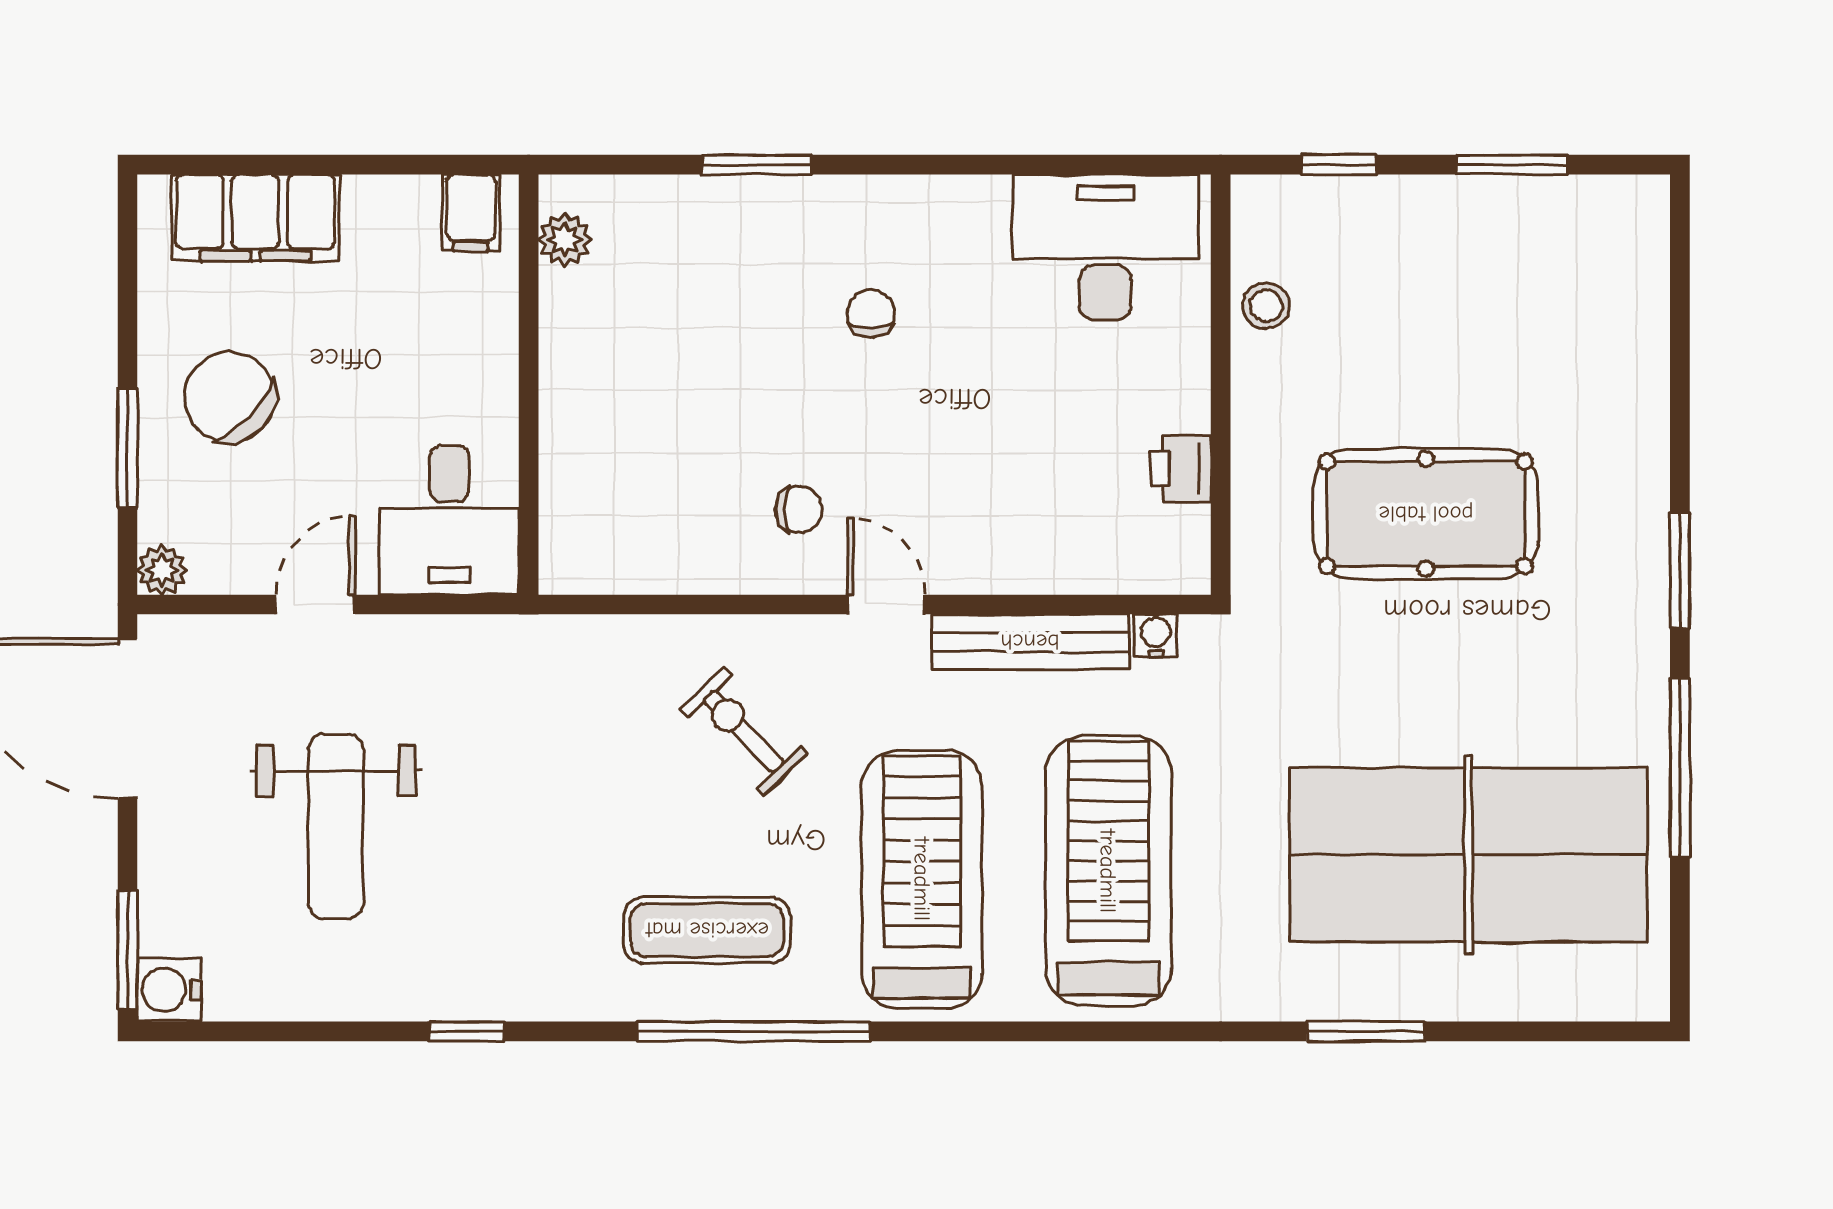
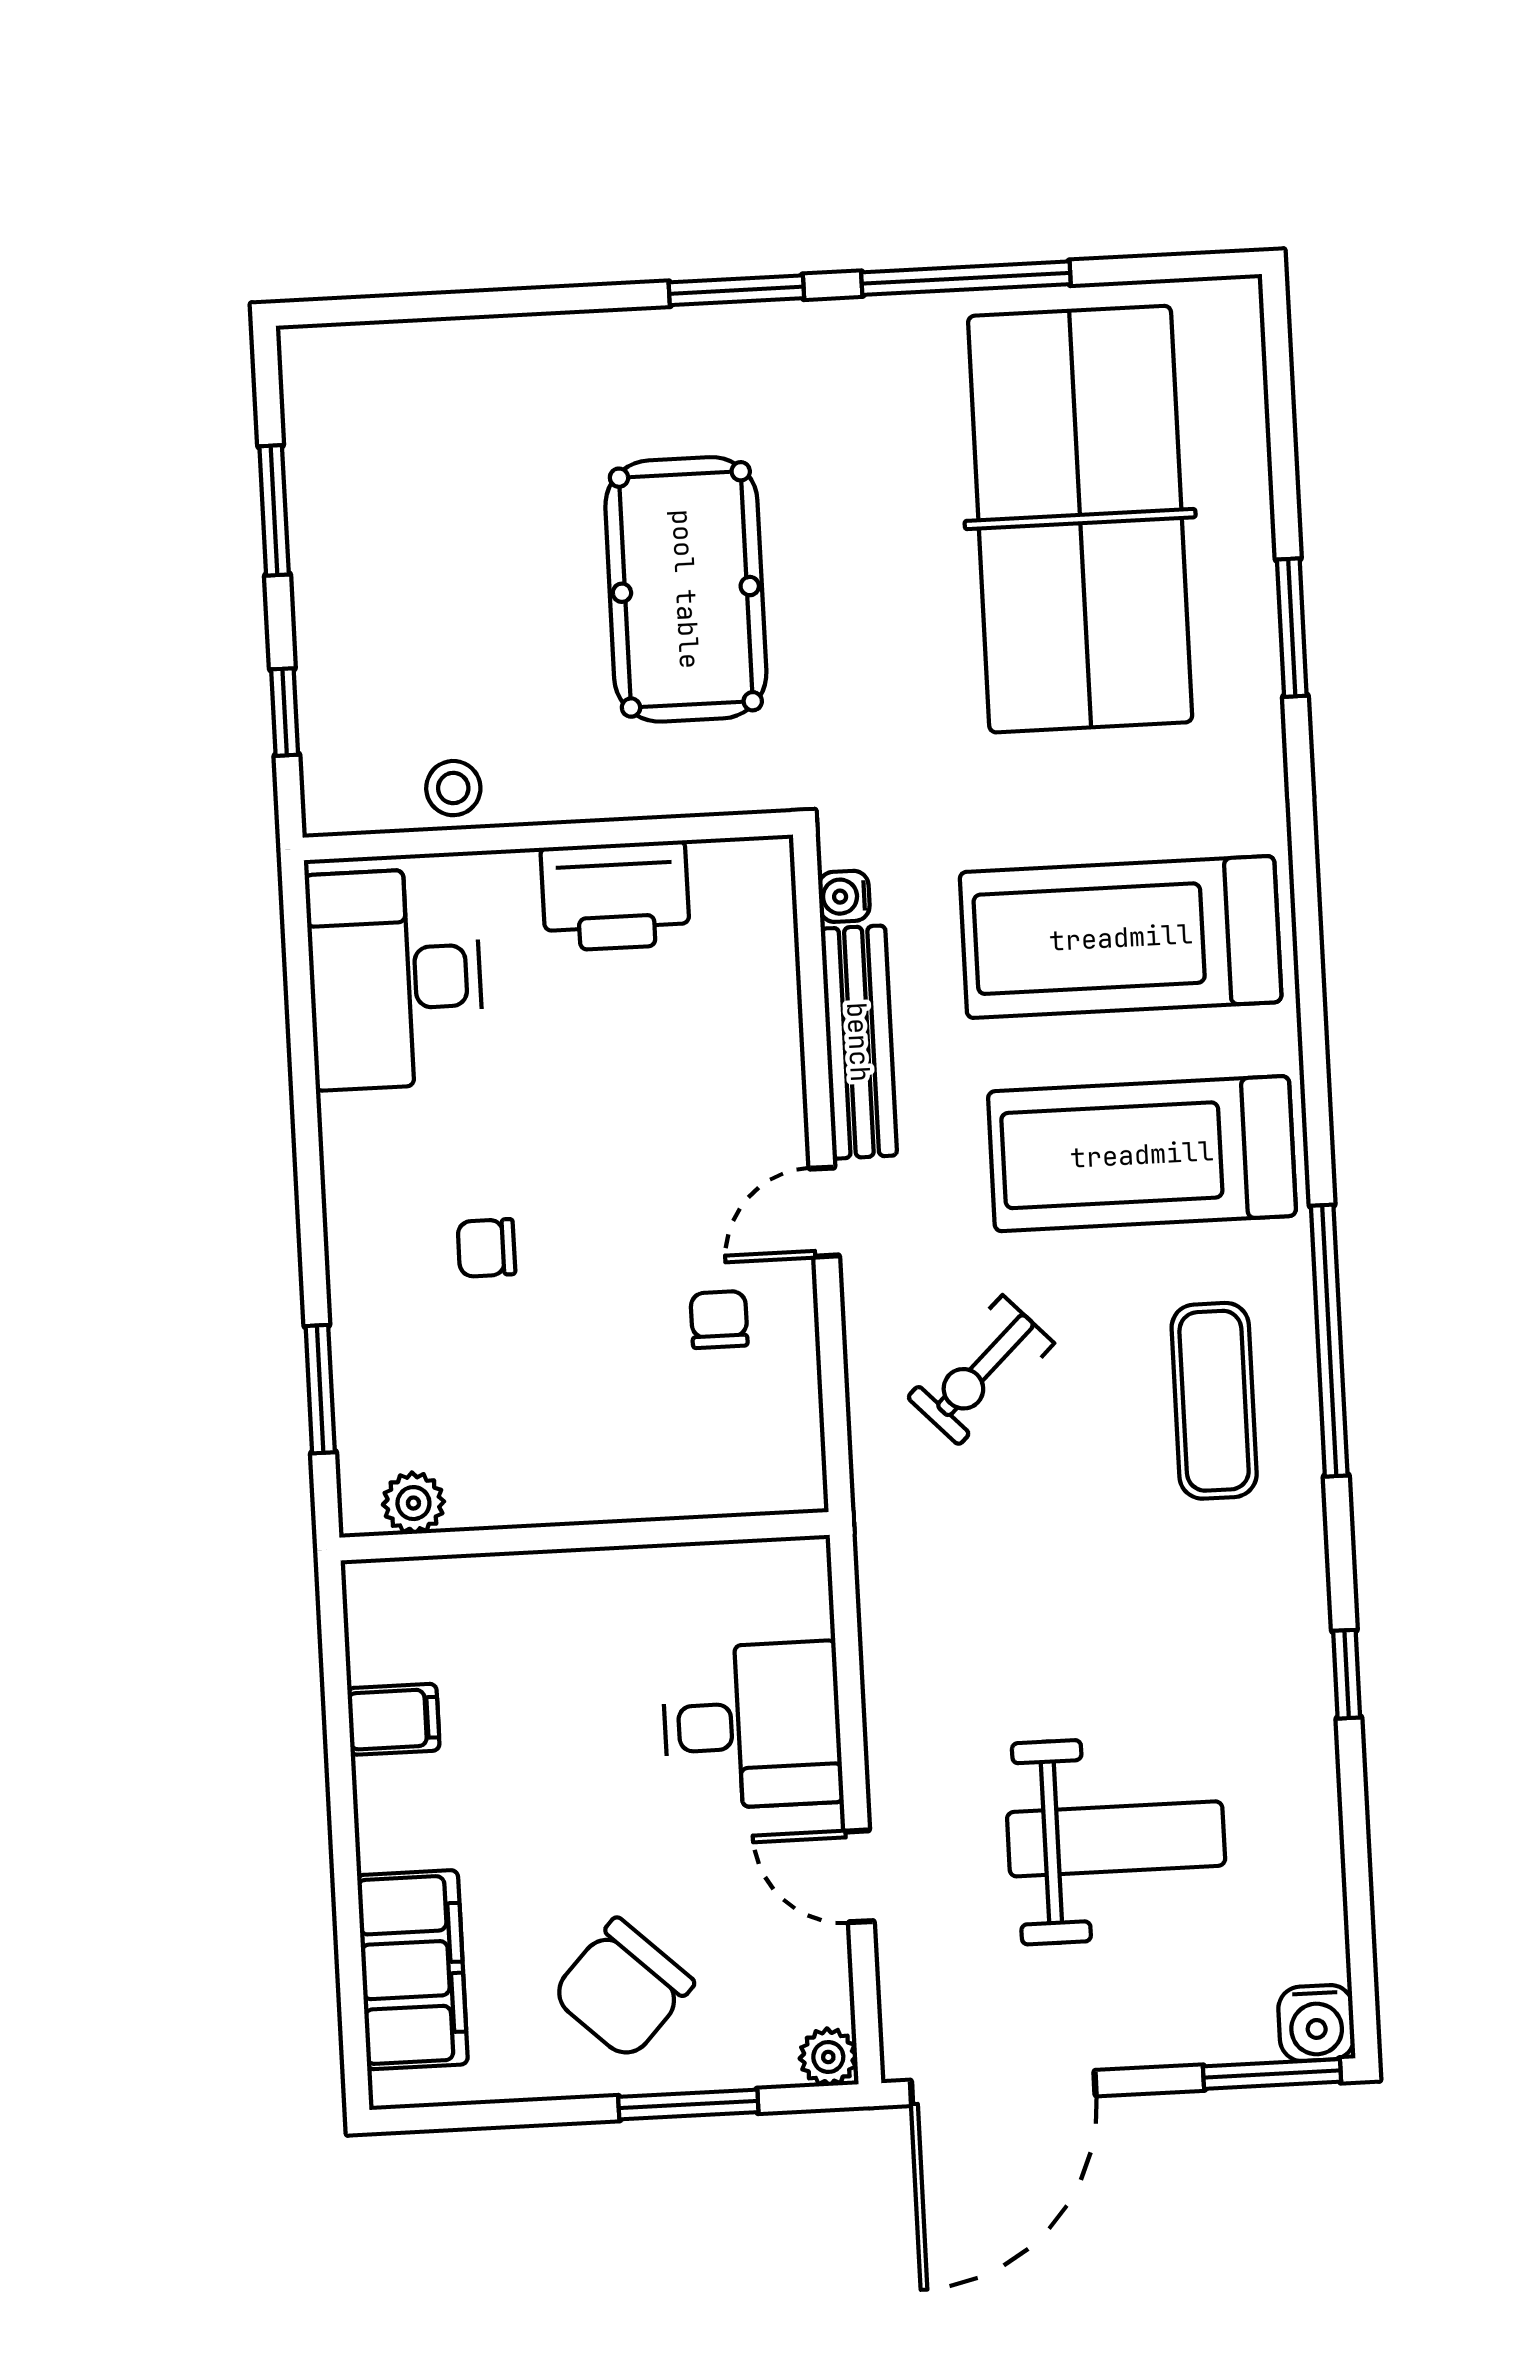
plant: (565, 240) -> (413, 1503), moved
wall: (529, 385) -> (585, 1536), moved
printer: (1181, 469) -> (615, 896), width x1.87, depth x1.48

